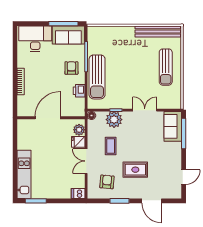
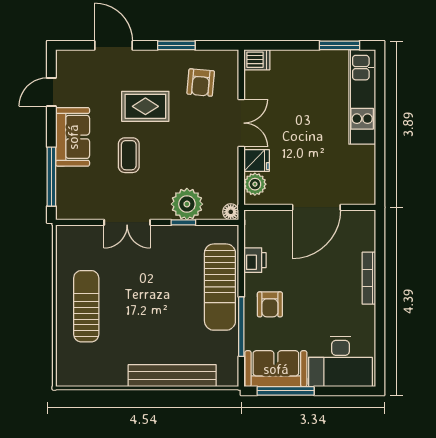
bench: (158, 31) -> (172, 376), moved
sun lounger: (97, 77) -> (220, 287), turned 180
sofa: (173, 126) -> (73, 137), moved
coffee table: (111, 146) -> (129, 155), moved

